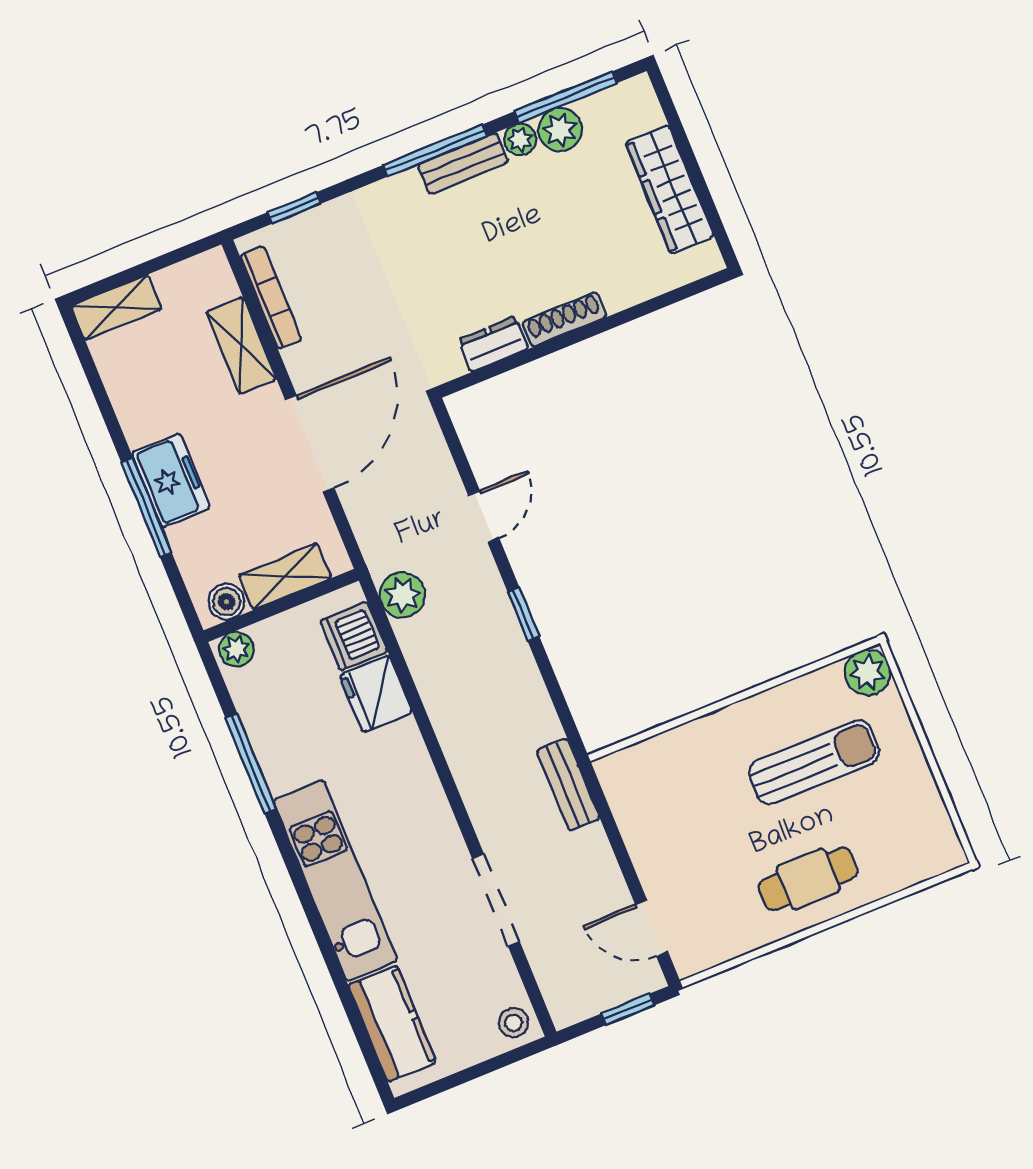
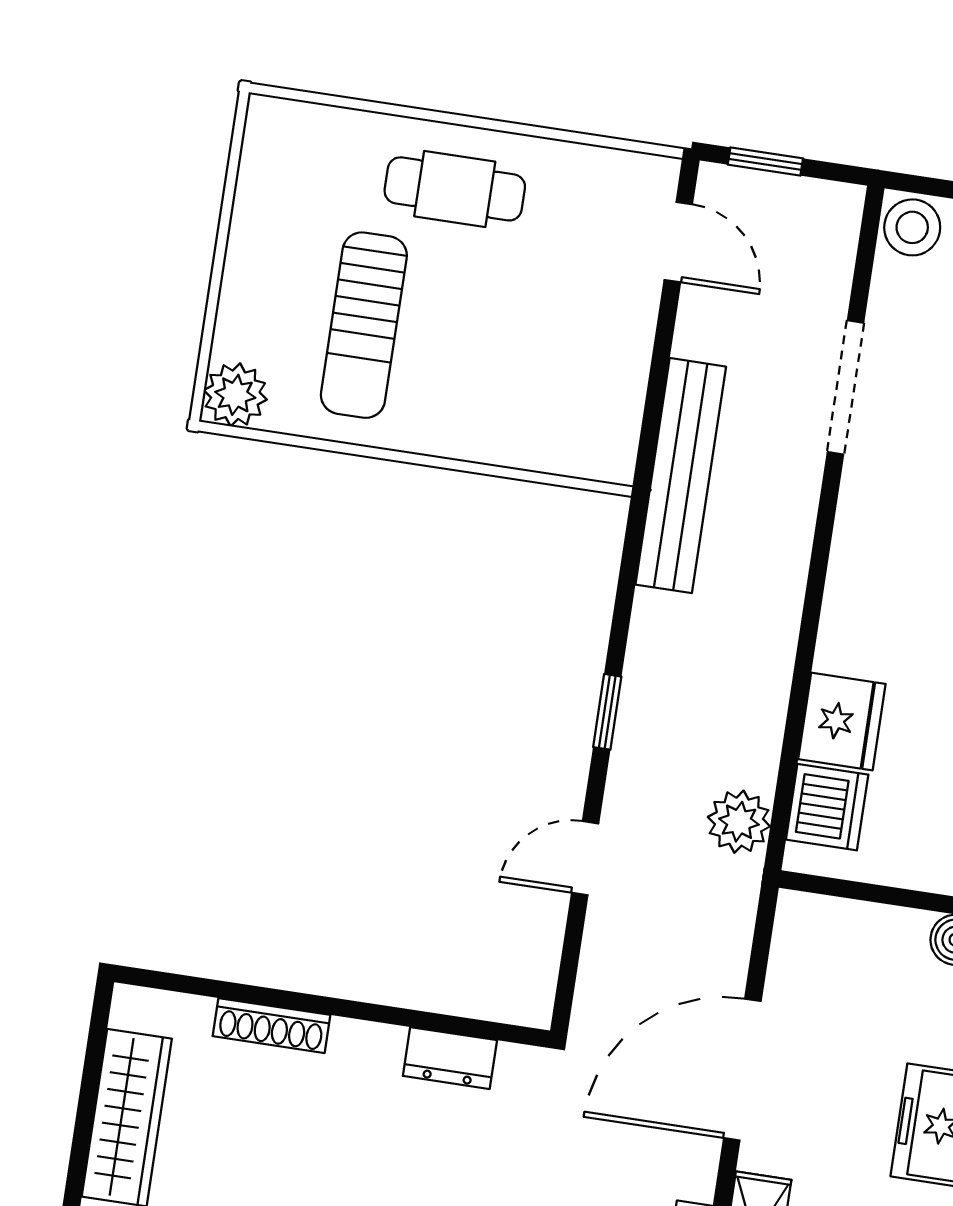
shoe rack: (564, 319) -> (272, 1026), moved
shelving: (285, 576) -> (867, 928), removed
sun lounger: (814, 762) -> (364, 325), turned -90
bench: (568, 784) -> (681, 476), width x1.86, depth x1.21
stool: (514, 1023) -> (912, 227), width x1.37, depth x1.37

